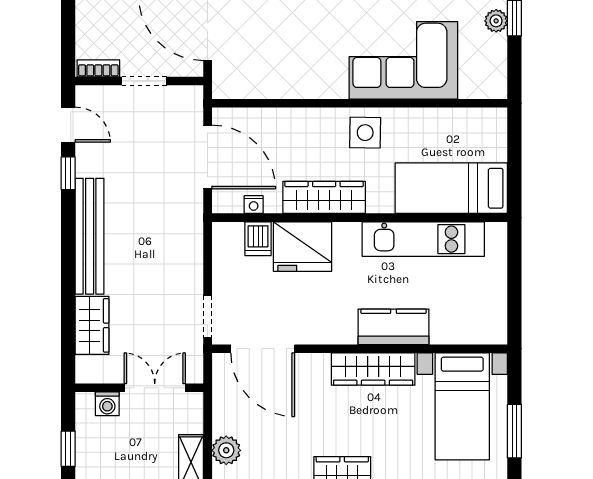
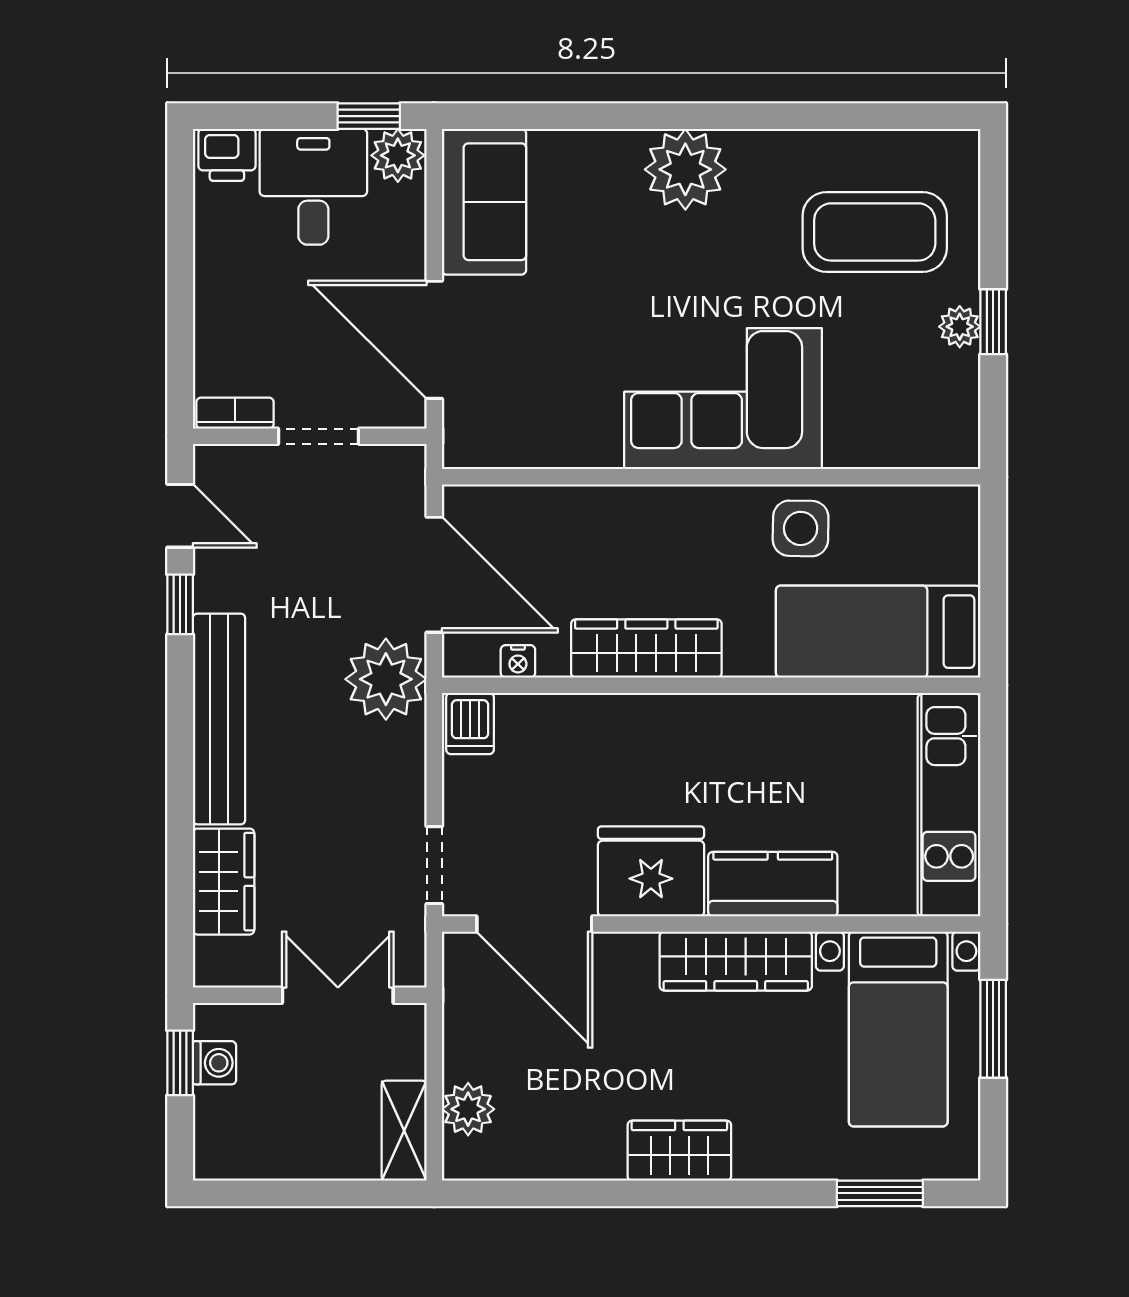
corner sofa: (403, 60) -> (723, 399), moved
side table: (365, 133) -> (801, 528), moved
plant: (181, 214) -> (386, 679), added
dishwasher: (258, 239) -> (470, 724), moved
kitchen unit: (423, 239) -> (949, 805), moved, turned 90
fridge: (303, 247) -> (651, 871), moved, turned 180
washing machine: (107, 404) -> (214, 1063), moved, turned -90
window: (514, 431) -> (993, 1029), moved
window: (68, 449) -> (180, 1063), moved

